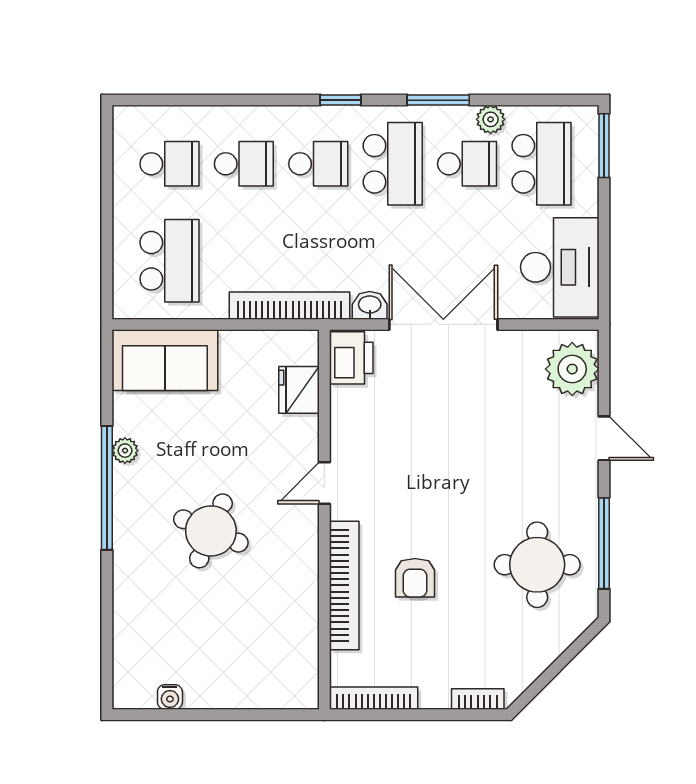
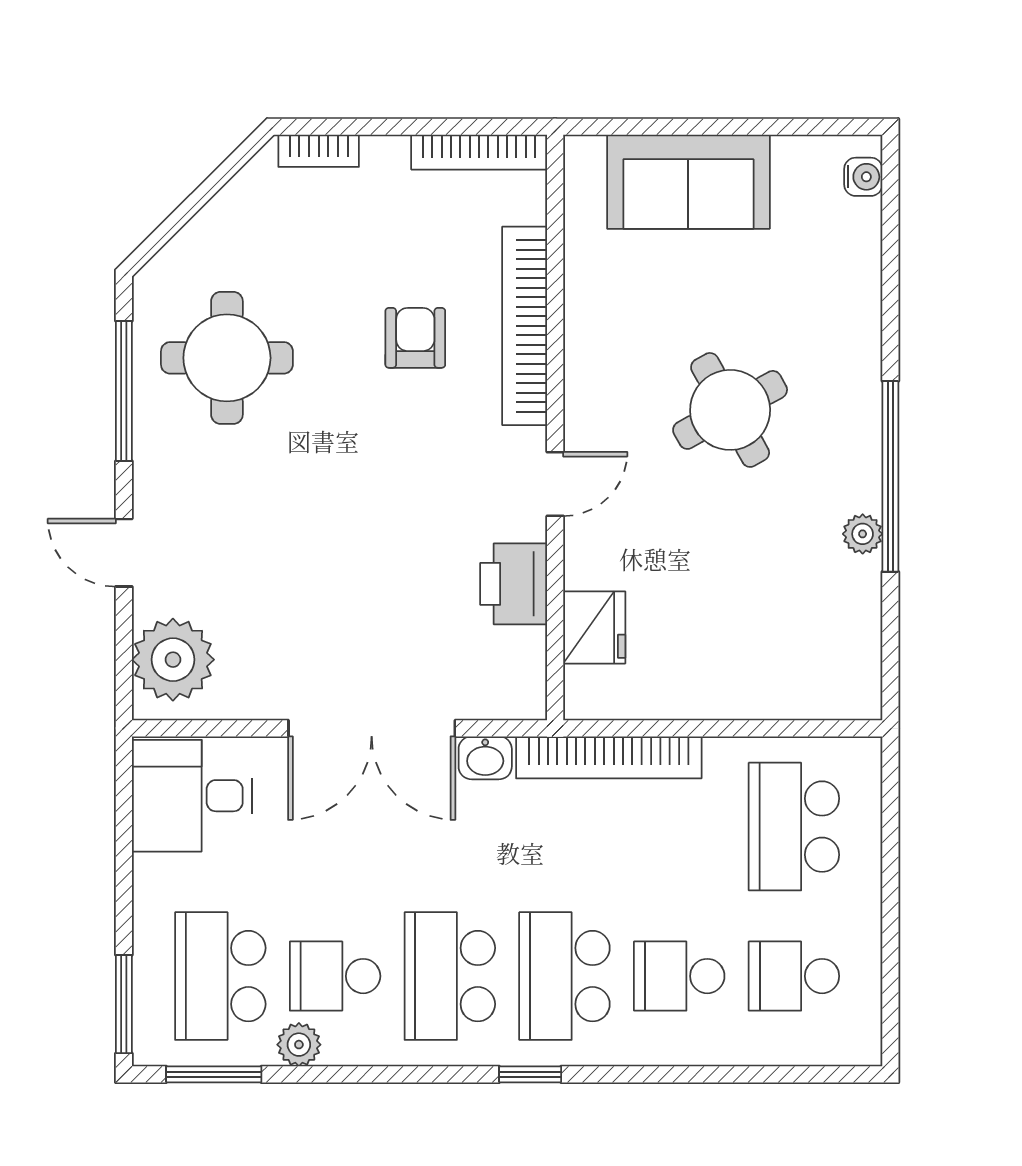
window: (438, 100) -> (214, 1074), moved
school desk: (318, 164) -> (564, 976), width x1.85
desk: (560, 267) -> (192, 796), width x0.73
printer: (351, 358) -> (514, 584), moved
sofa: (165, 360) -> (688, 182), moved, turned 180
round table: (211, 531) -> (730, 410), turned 38
water cooler: (170, 697) -> (863, 177), moved, turned 90

